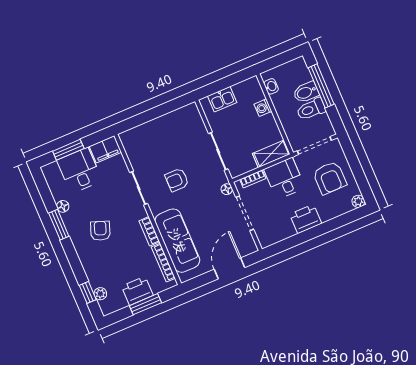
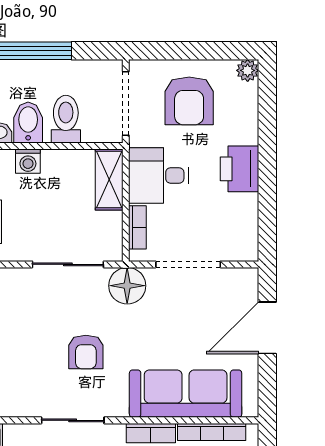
bidet: (306, 92) -> (28, 122), moved, turned 180
toilet: (311, 109) -> (66, 119), moved, turned 180
armchair: (330, 178) -> (189, 101), turned 90
floor lamp: (227, 189) -> (127, 286), width x1.89, depth x1.89
door: (229, 268) -> (267, 328), hinge flipped

